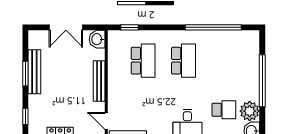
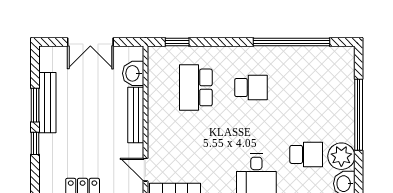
washbasin: (97, 39) -> (133, 73), moved
school desk: (143, 61) -> (196, 87), turned 180
school desk: (184, 61) -> (251, 87), width x0.54
window: (25, 117) -> (35, 143), moved

